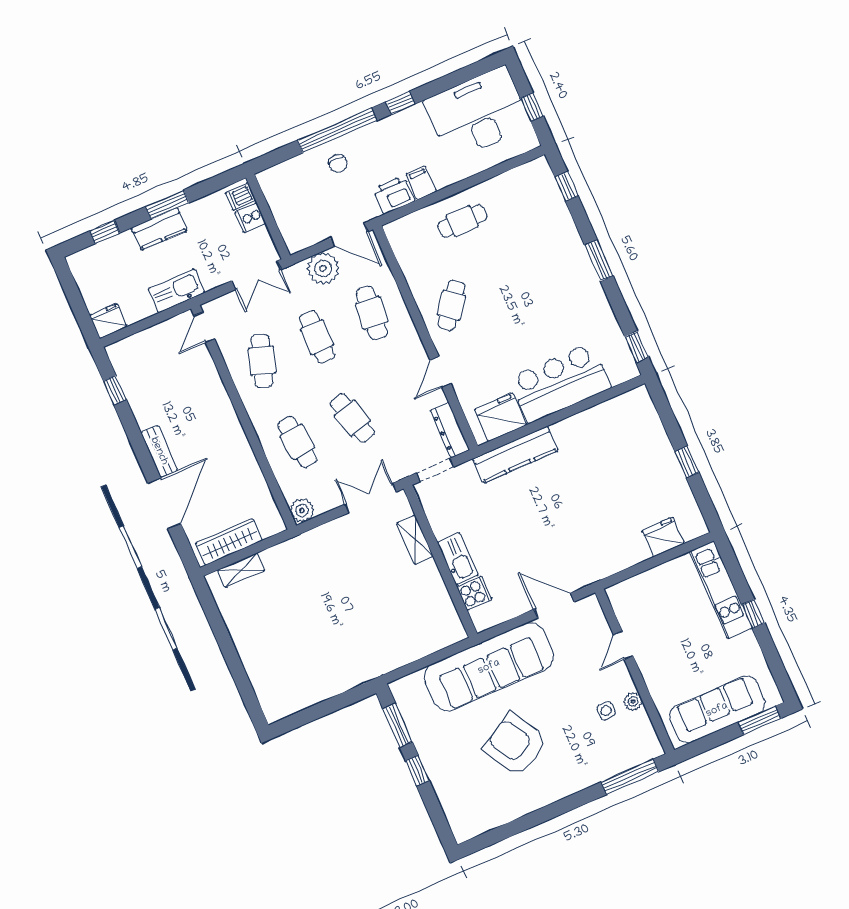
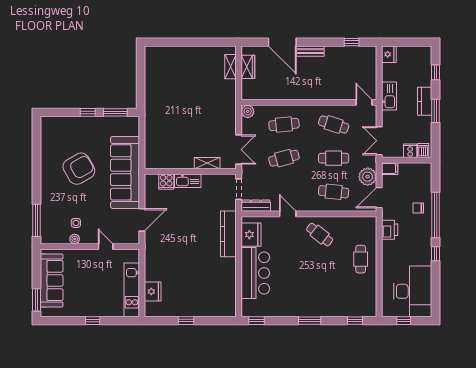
filing cabinet: (421, 183) -> (390, 169), moved
wardrobe: (229, 542) -> (248, 67), width x0.67
kitchen unit: (721, 590) -> (132, 290), moved, turned -90

